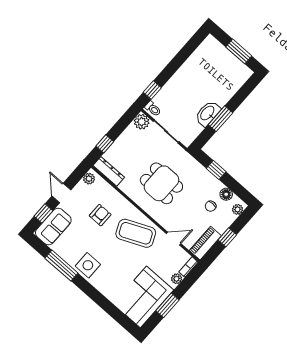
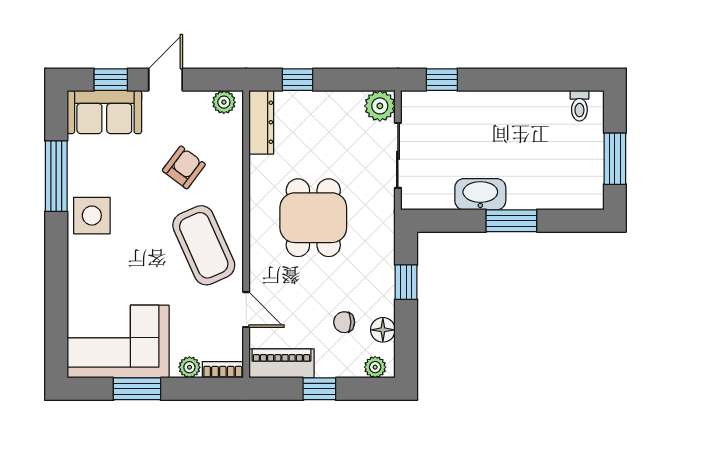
toilet: (153, 109) -> (579, 106), moved
window: (220, 119) -> (511, 221), moved
armchair: (100, 215) -> (184, 167), turned -53

